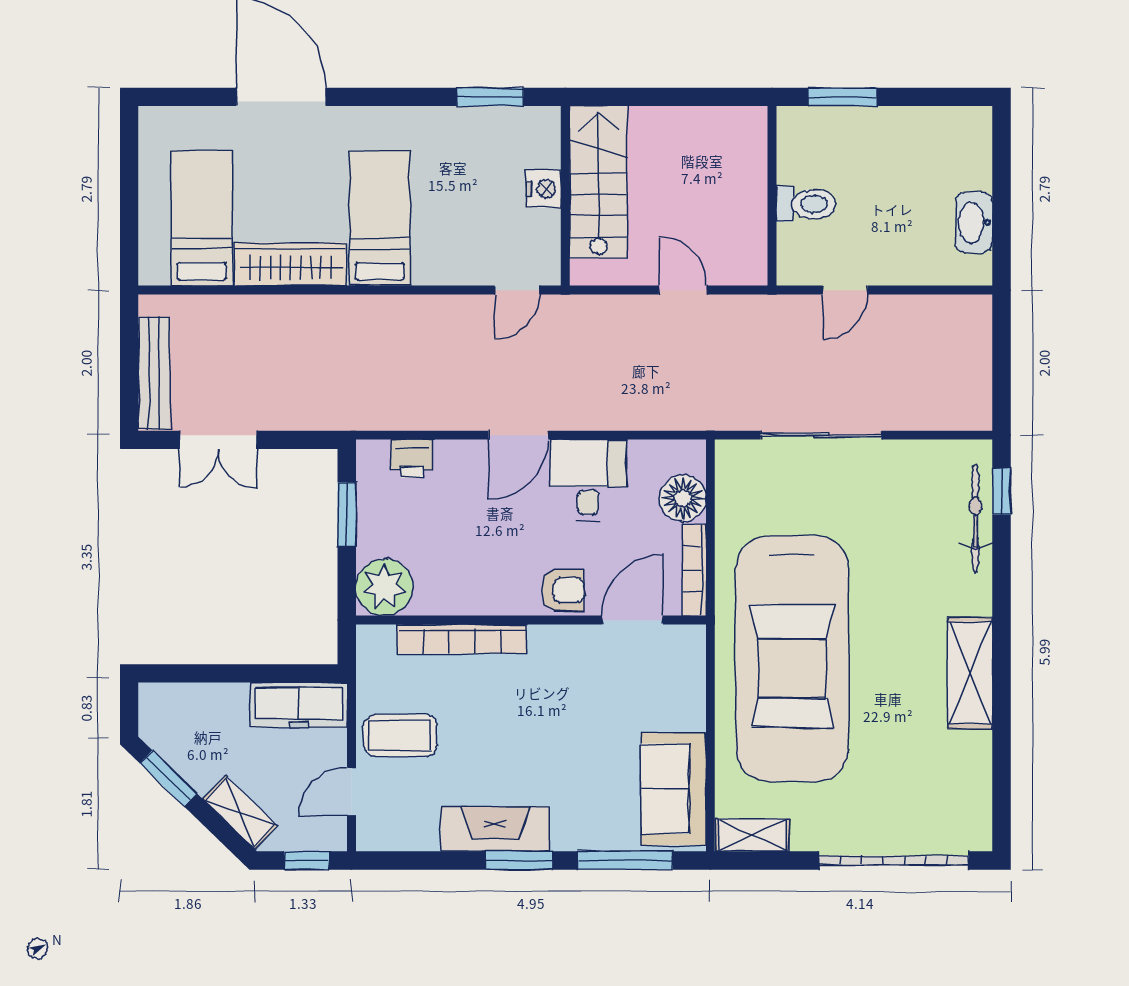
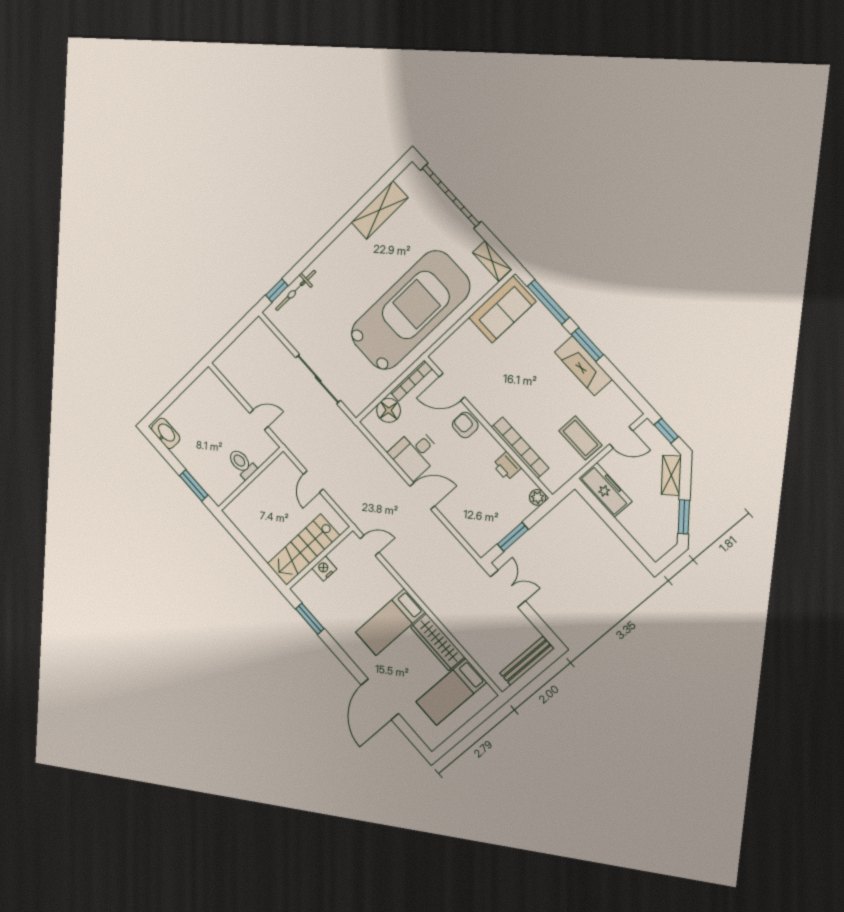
washbasin: (974, 222) -> (166, 433), moved, turned -90
double door: (218, 440) -> (508, 589), moved
printer: (412, 459) -> (507, 466), moved, turned 180
plant: (384, 587) -> (538, 497), width x0.53, depth x0.53
shelving: (970, 673) -> (380, 210), moved

